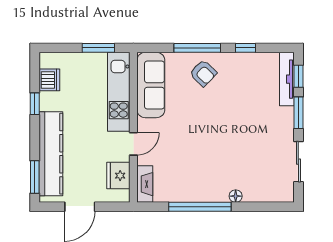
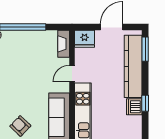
dishwasher: (49, 80) -> (134, 107), moved
fridge: (118, 176) -> (84, 39), moved, turned 90

